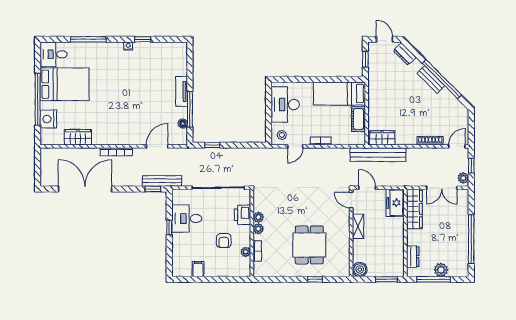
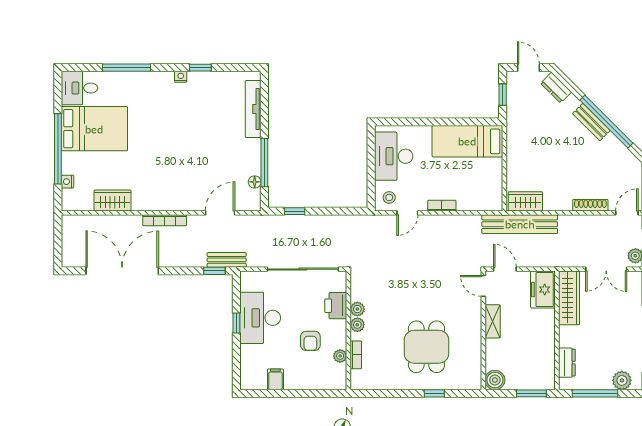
tv unit: (182, 91) -> (253, 109), moved, width x1.41
nightstand: (48, 119) -> (67, 182), width x0.53, depth x0.56
cot: (358, 119) -> (493, 176), removed
bench: (162, 181) -> (227, 260), width x0.73
desk: (187, 218) -> (260, 318), width x1.37
plant: (441, 270) -> (622, 380), moved

